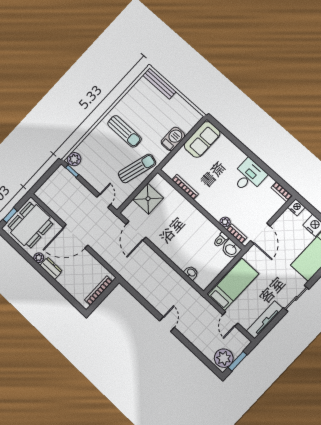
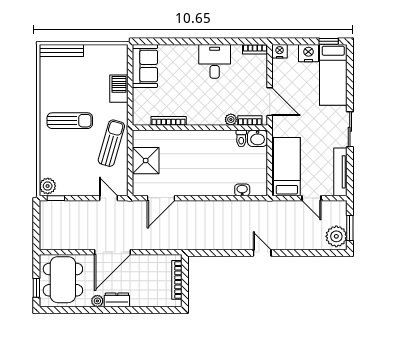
door: (136, 231) -> (161, 198), hinge flipped

